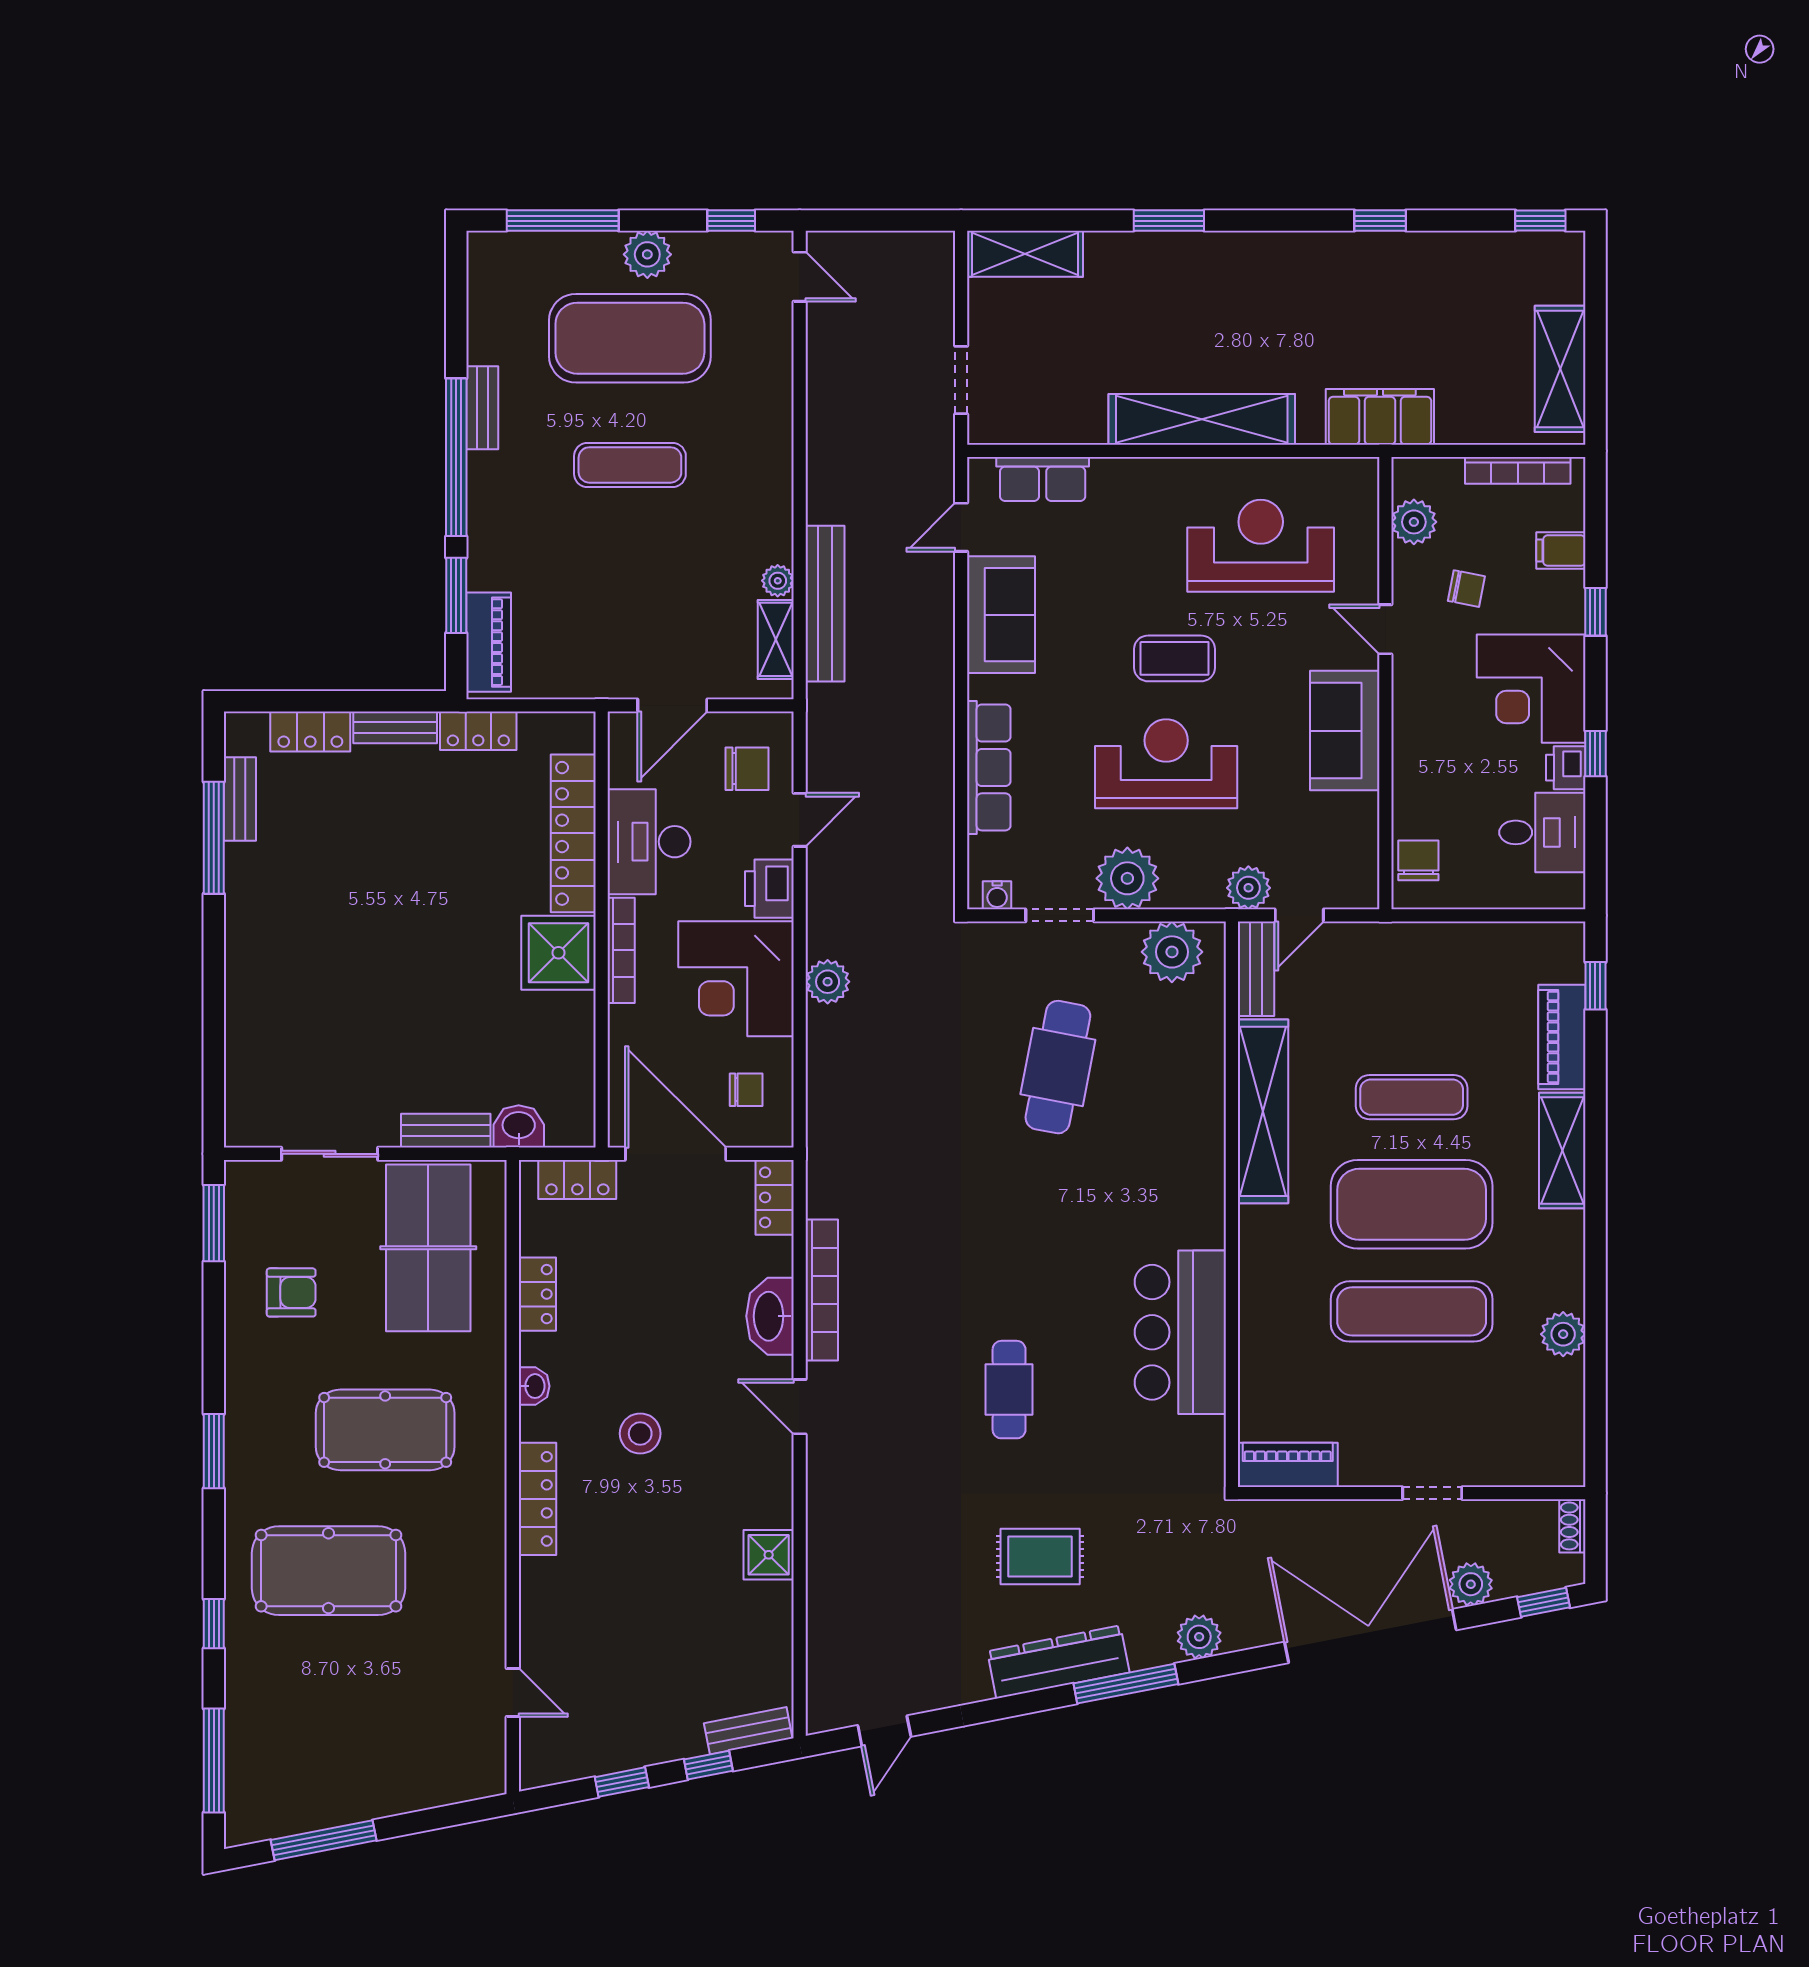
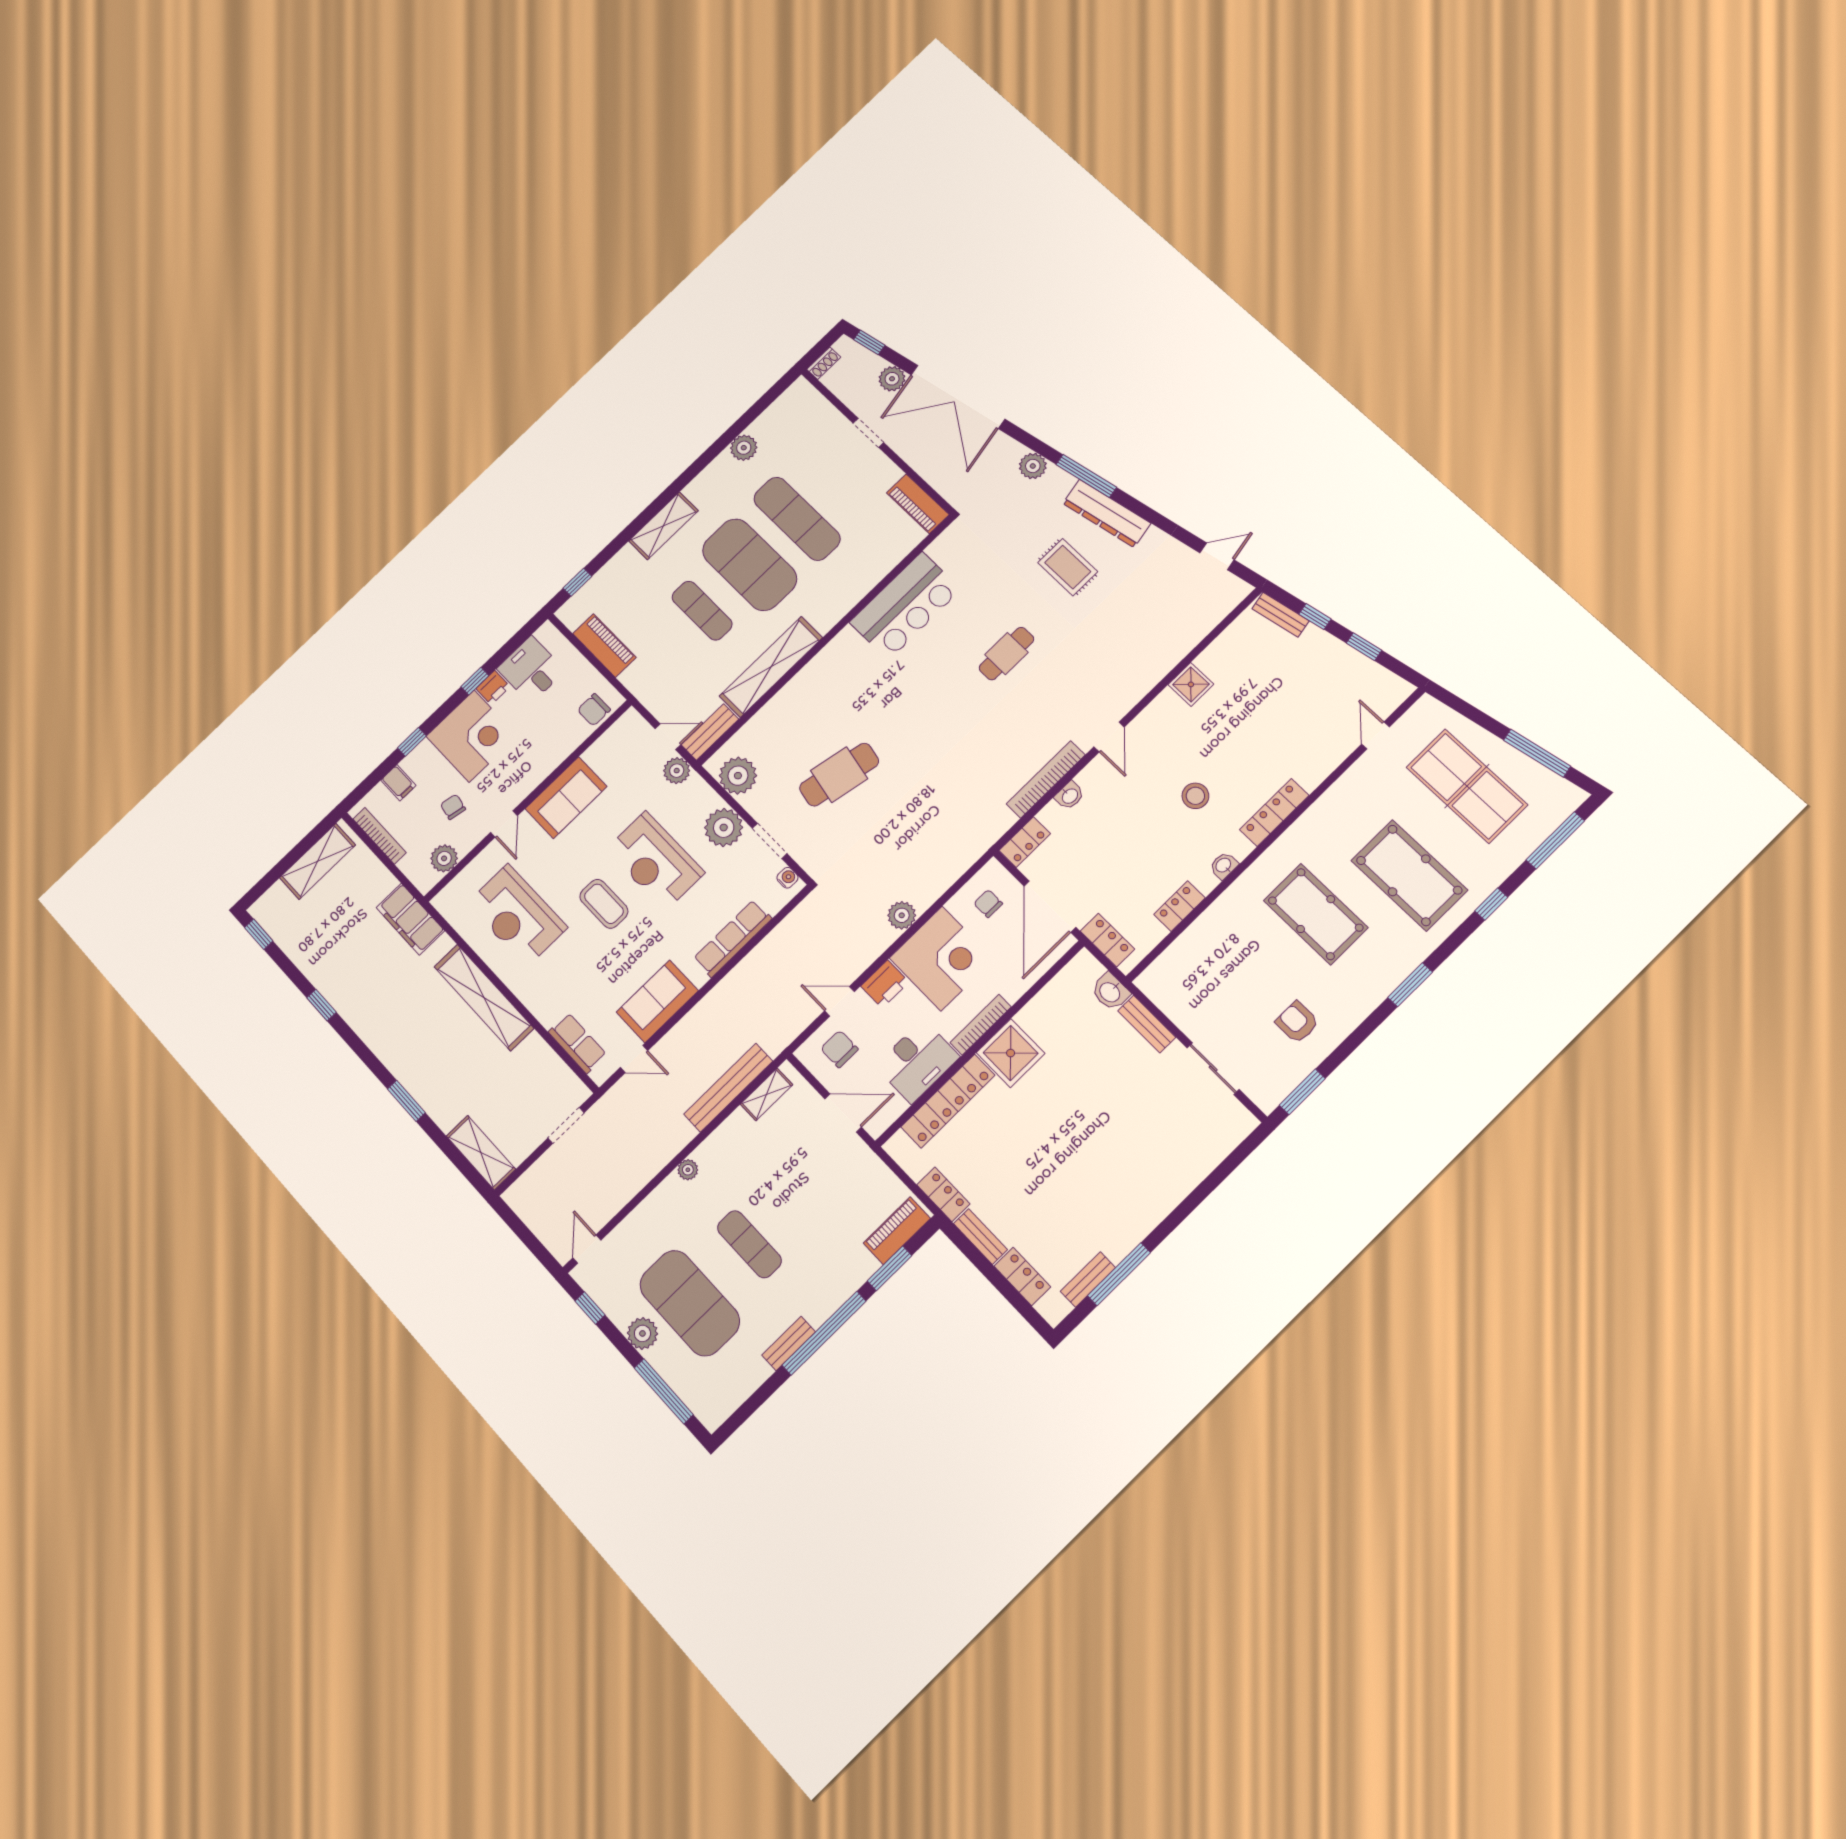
plant: (778, 581) -> (688, 1170), moved
piano: (1562, 1037) -> (604, 645), moved, turned -90
table tennis table: (428, 1248) -> (1467, 786), moved, turned 90
washbasin: (770, 1316) -> (1070, 796), width x0.52, depth x0.69

